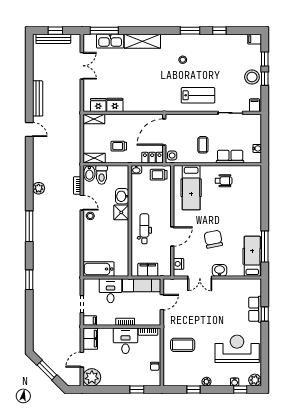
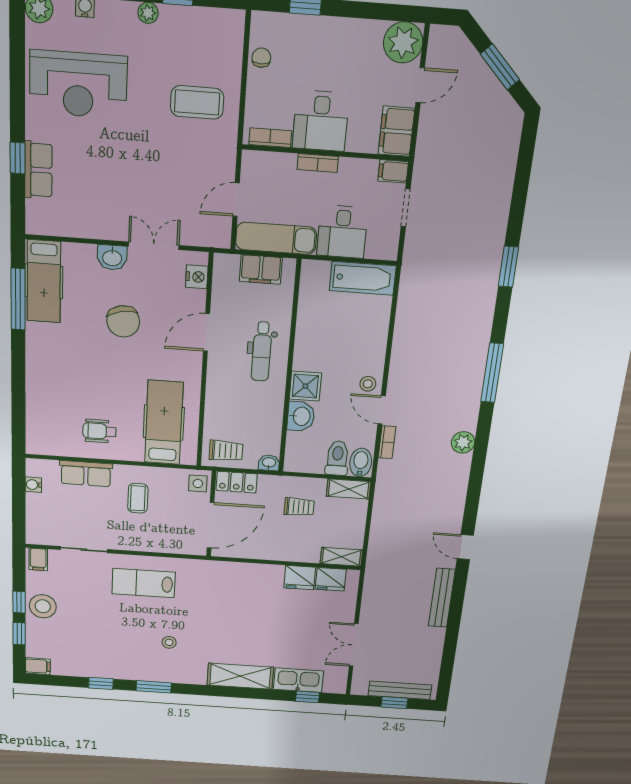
window: (104, 31) -> (307, 697), width x0.46

